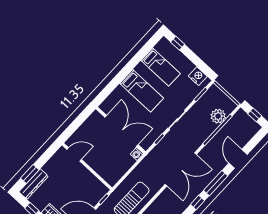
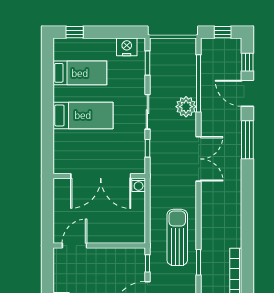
plant: (218, 116) -> (186, 107), moved
double door: (121, 131) -> (101, 176), swing flipped
double door: (181, 169) -> (198, 159), width x0.73
window: (197, 203) -> (247, 62), moved

